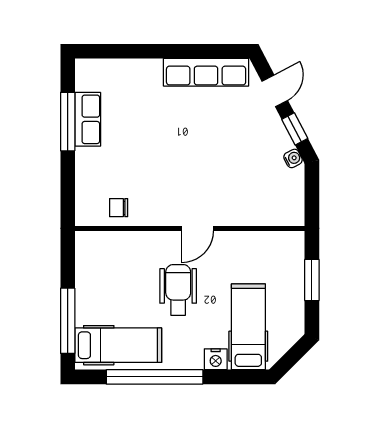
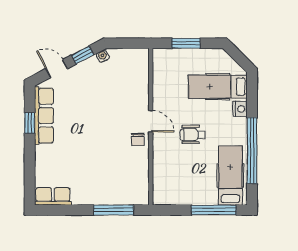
window: (195, 51) -> (30, 123), added
row of seats: (88, 119) -> (53, 196), moved
window: (68, 122) -> (114, 210), moved
chair: (119, 208) -> (138, 139), moved
wheelchair: (178, 290) -> (193, 135), width x0.73, depth x0.73

